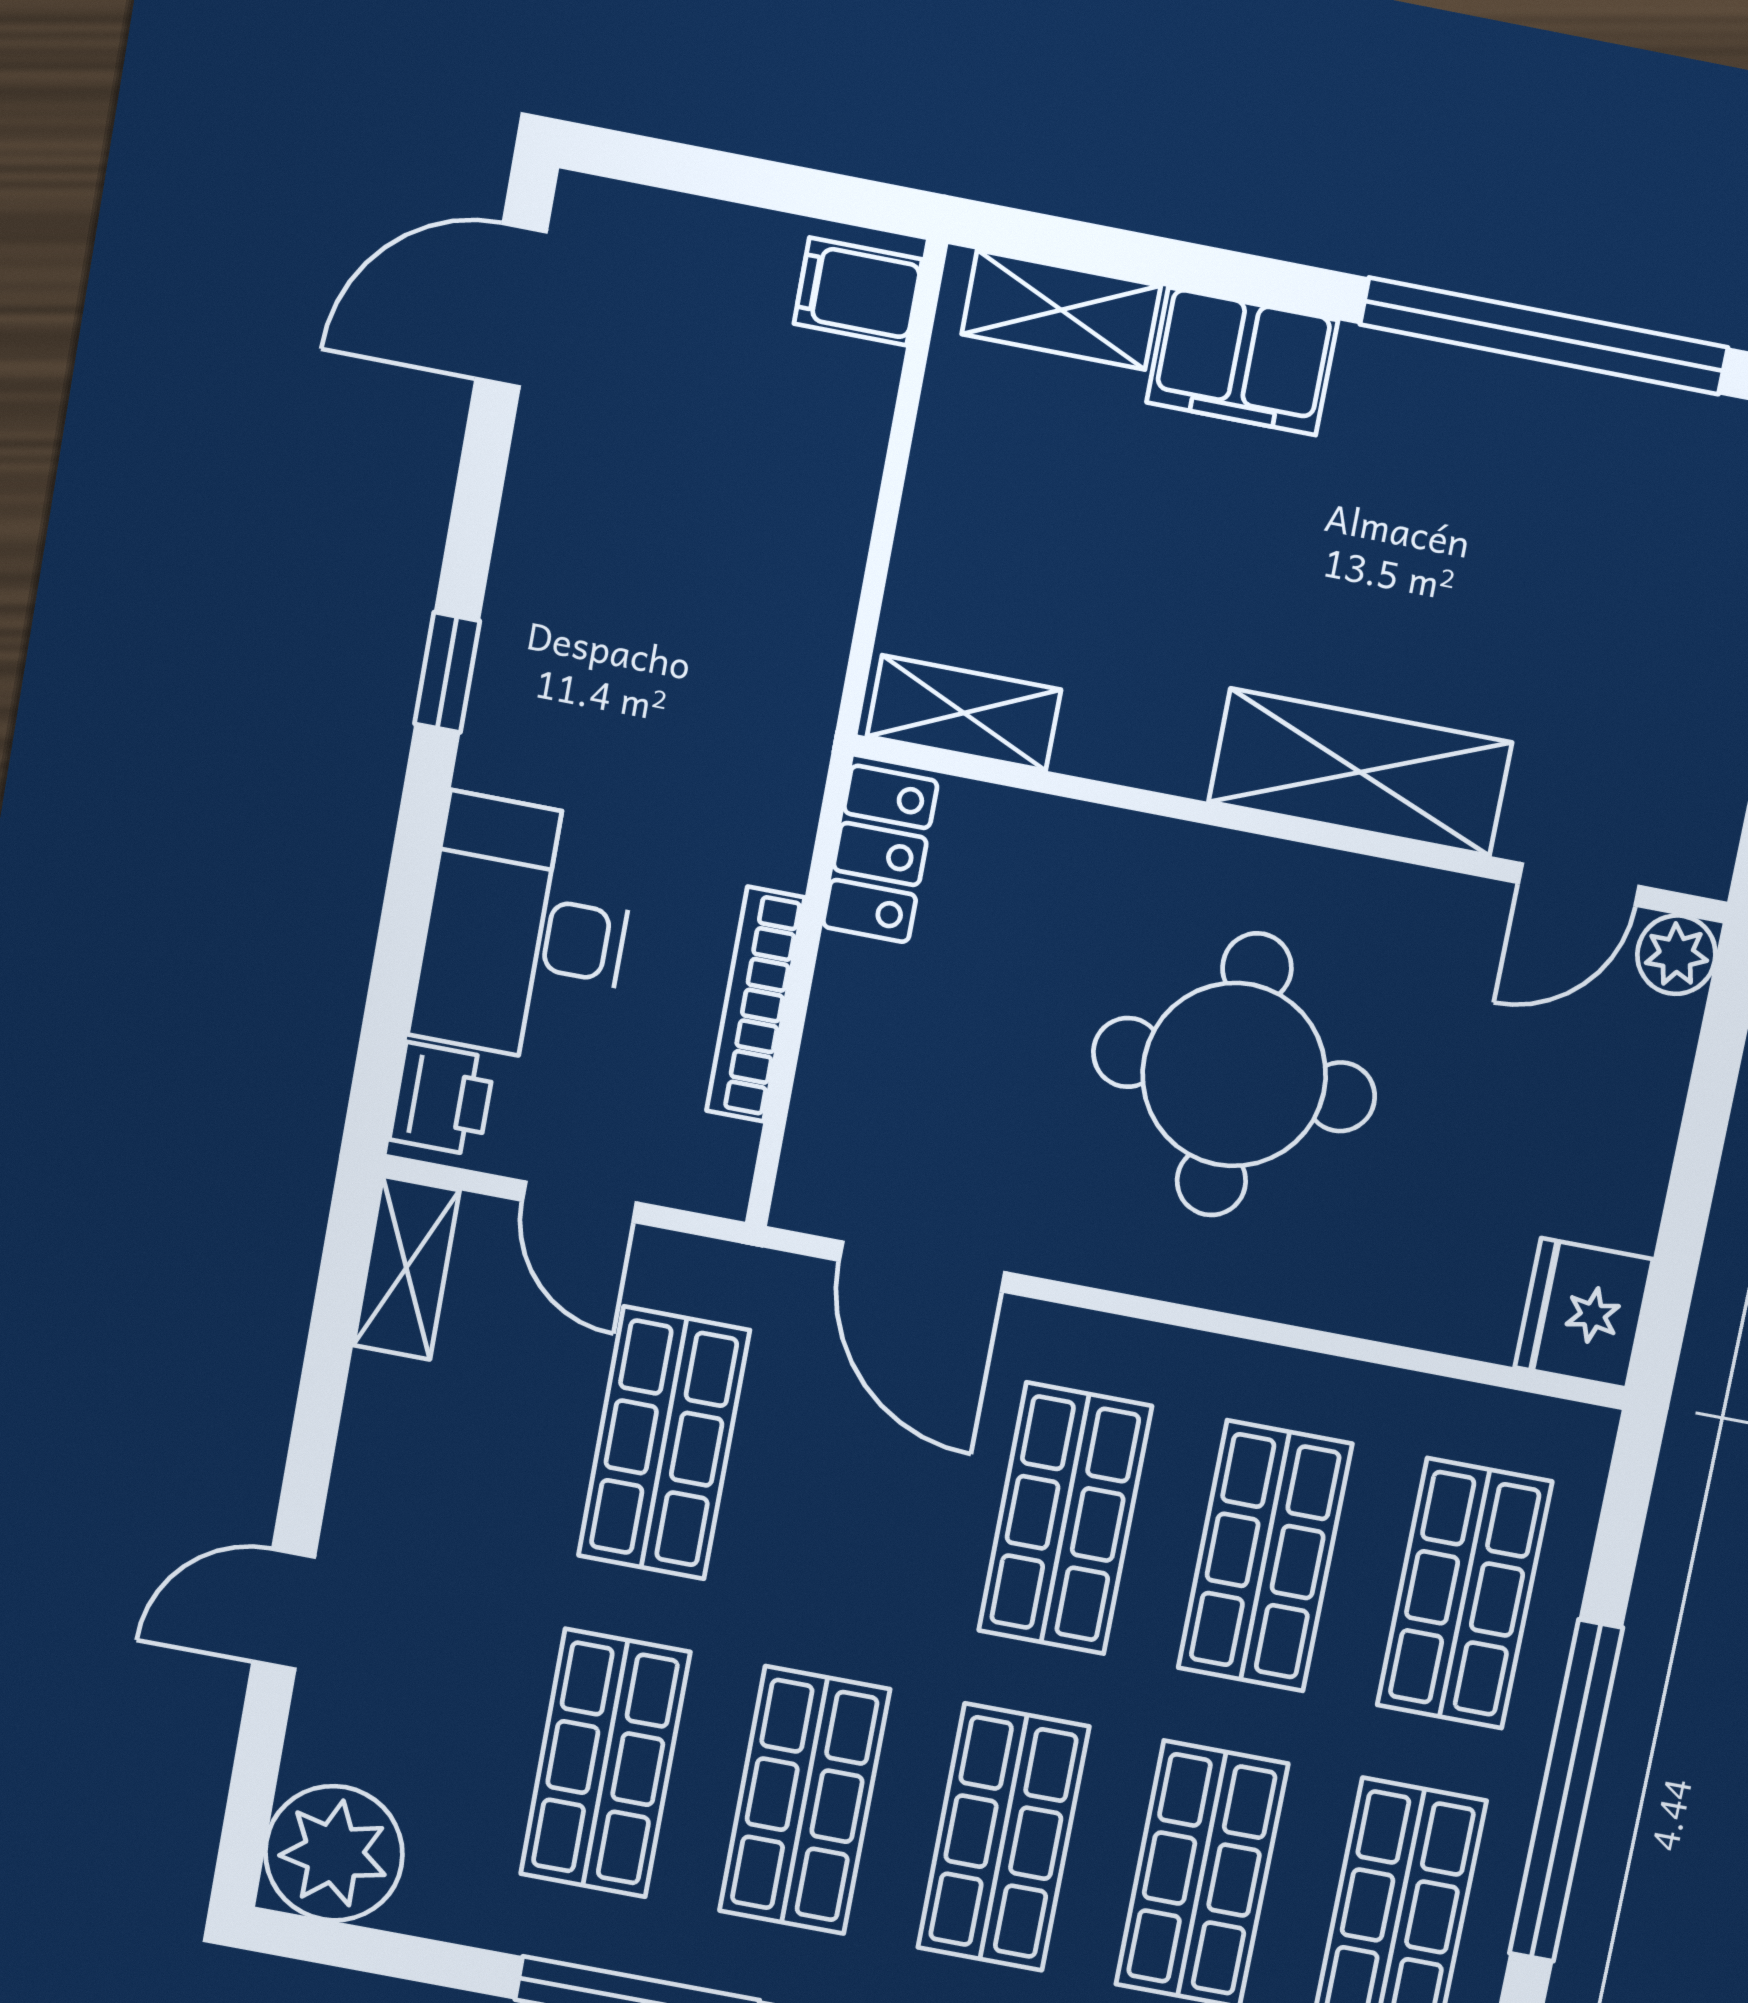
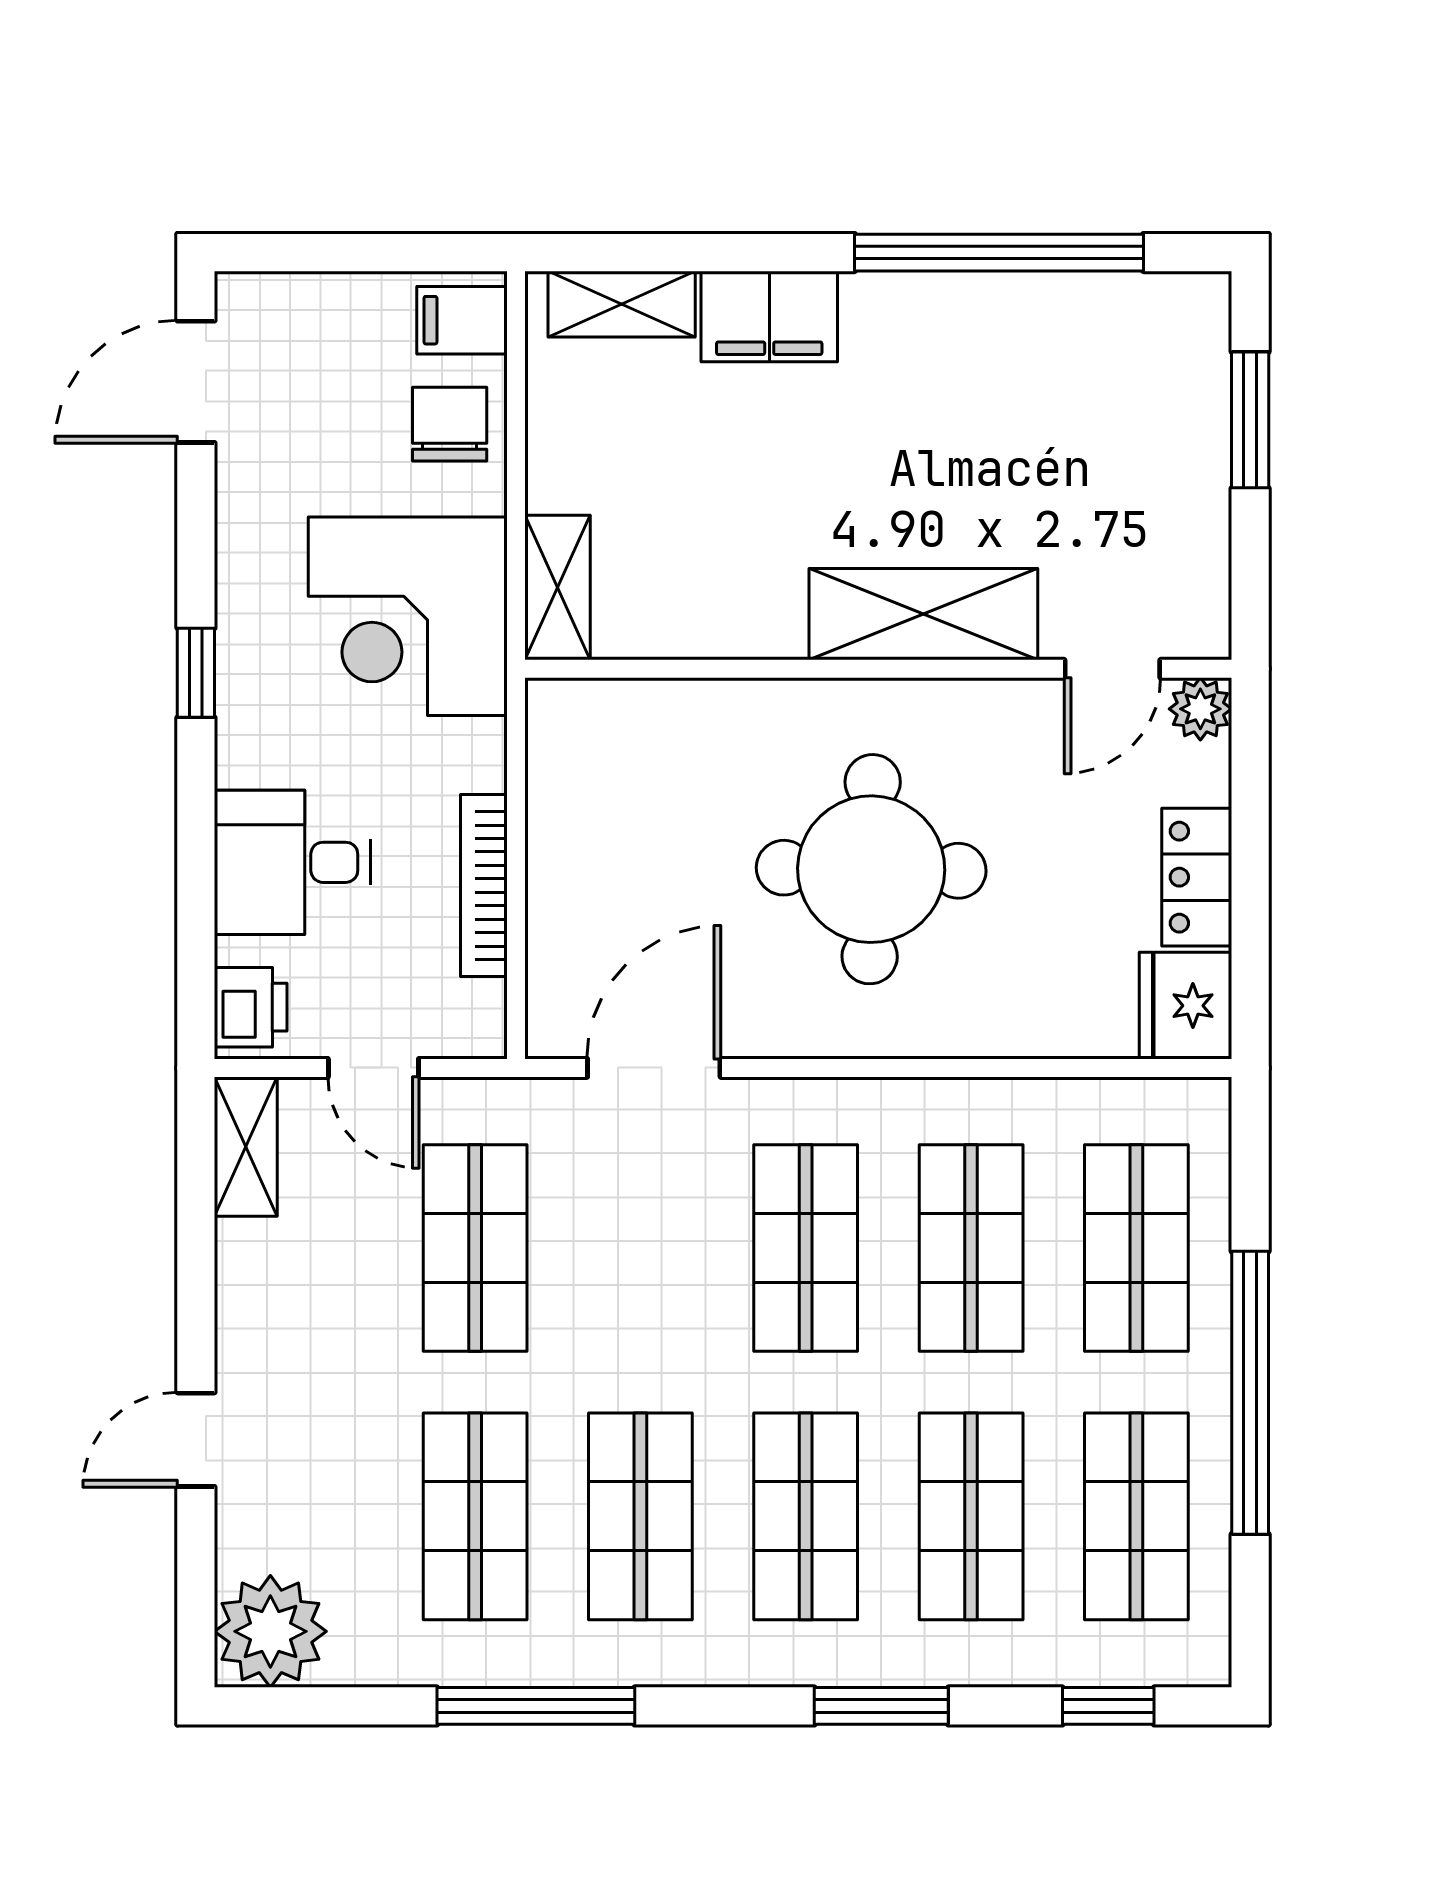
chair: (818, 420) -> (450, 424), added
corner desk: (722, 652) -> (408, 616), added
shelving: (964, 713) -> (557, 588), moved, turned 90
locker: (880, 854) -> (1197, 877), moved, turned 180
desk: (525, 931) -> (292, 862), width x0.73
door: (922, 1267) -> (654, 1068), swing flipped

